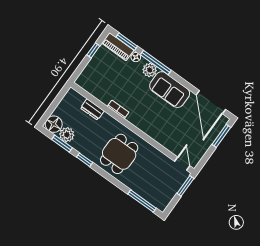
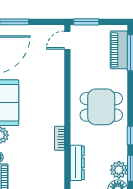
dresser: (92, 109) -> (77, 163), width x1.44
piano: (150, 194) -> (119, 50), added

